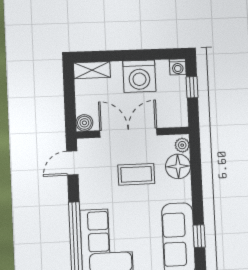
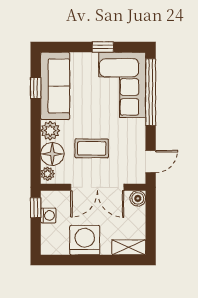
washing machine: (178, 67) -> (48, 215), moved, turned 90
window: (192, 87) -> (36, 208), moved
plant: (181, 191) -> (50, 131), added

